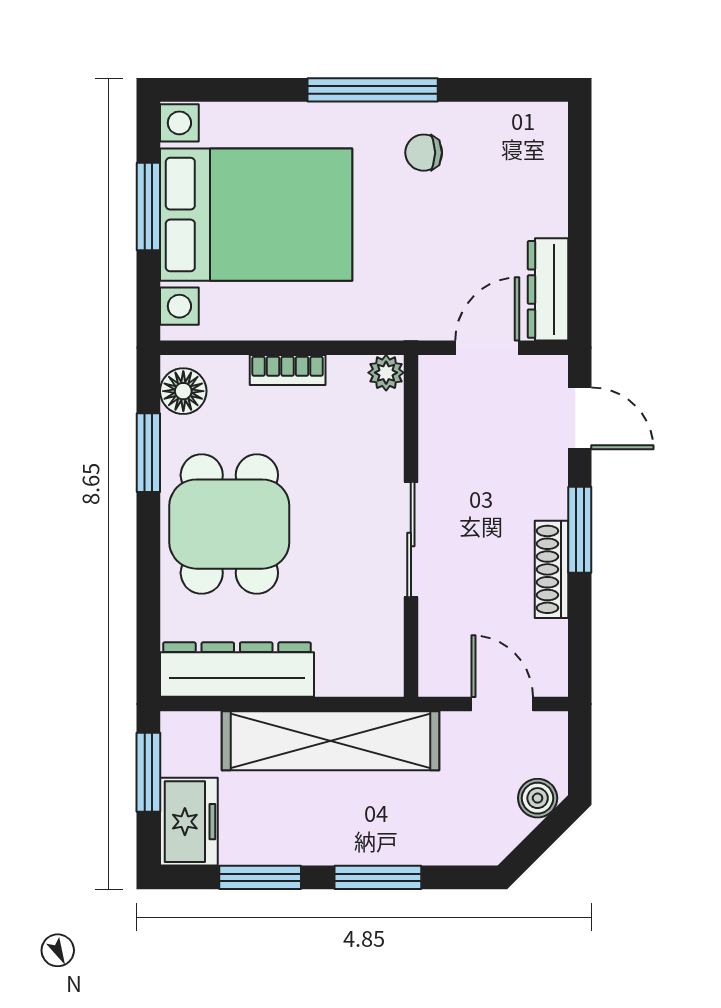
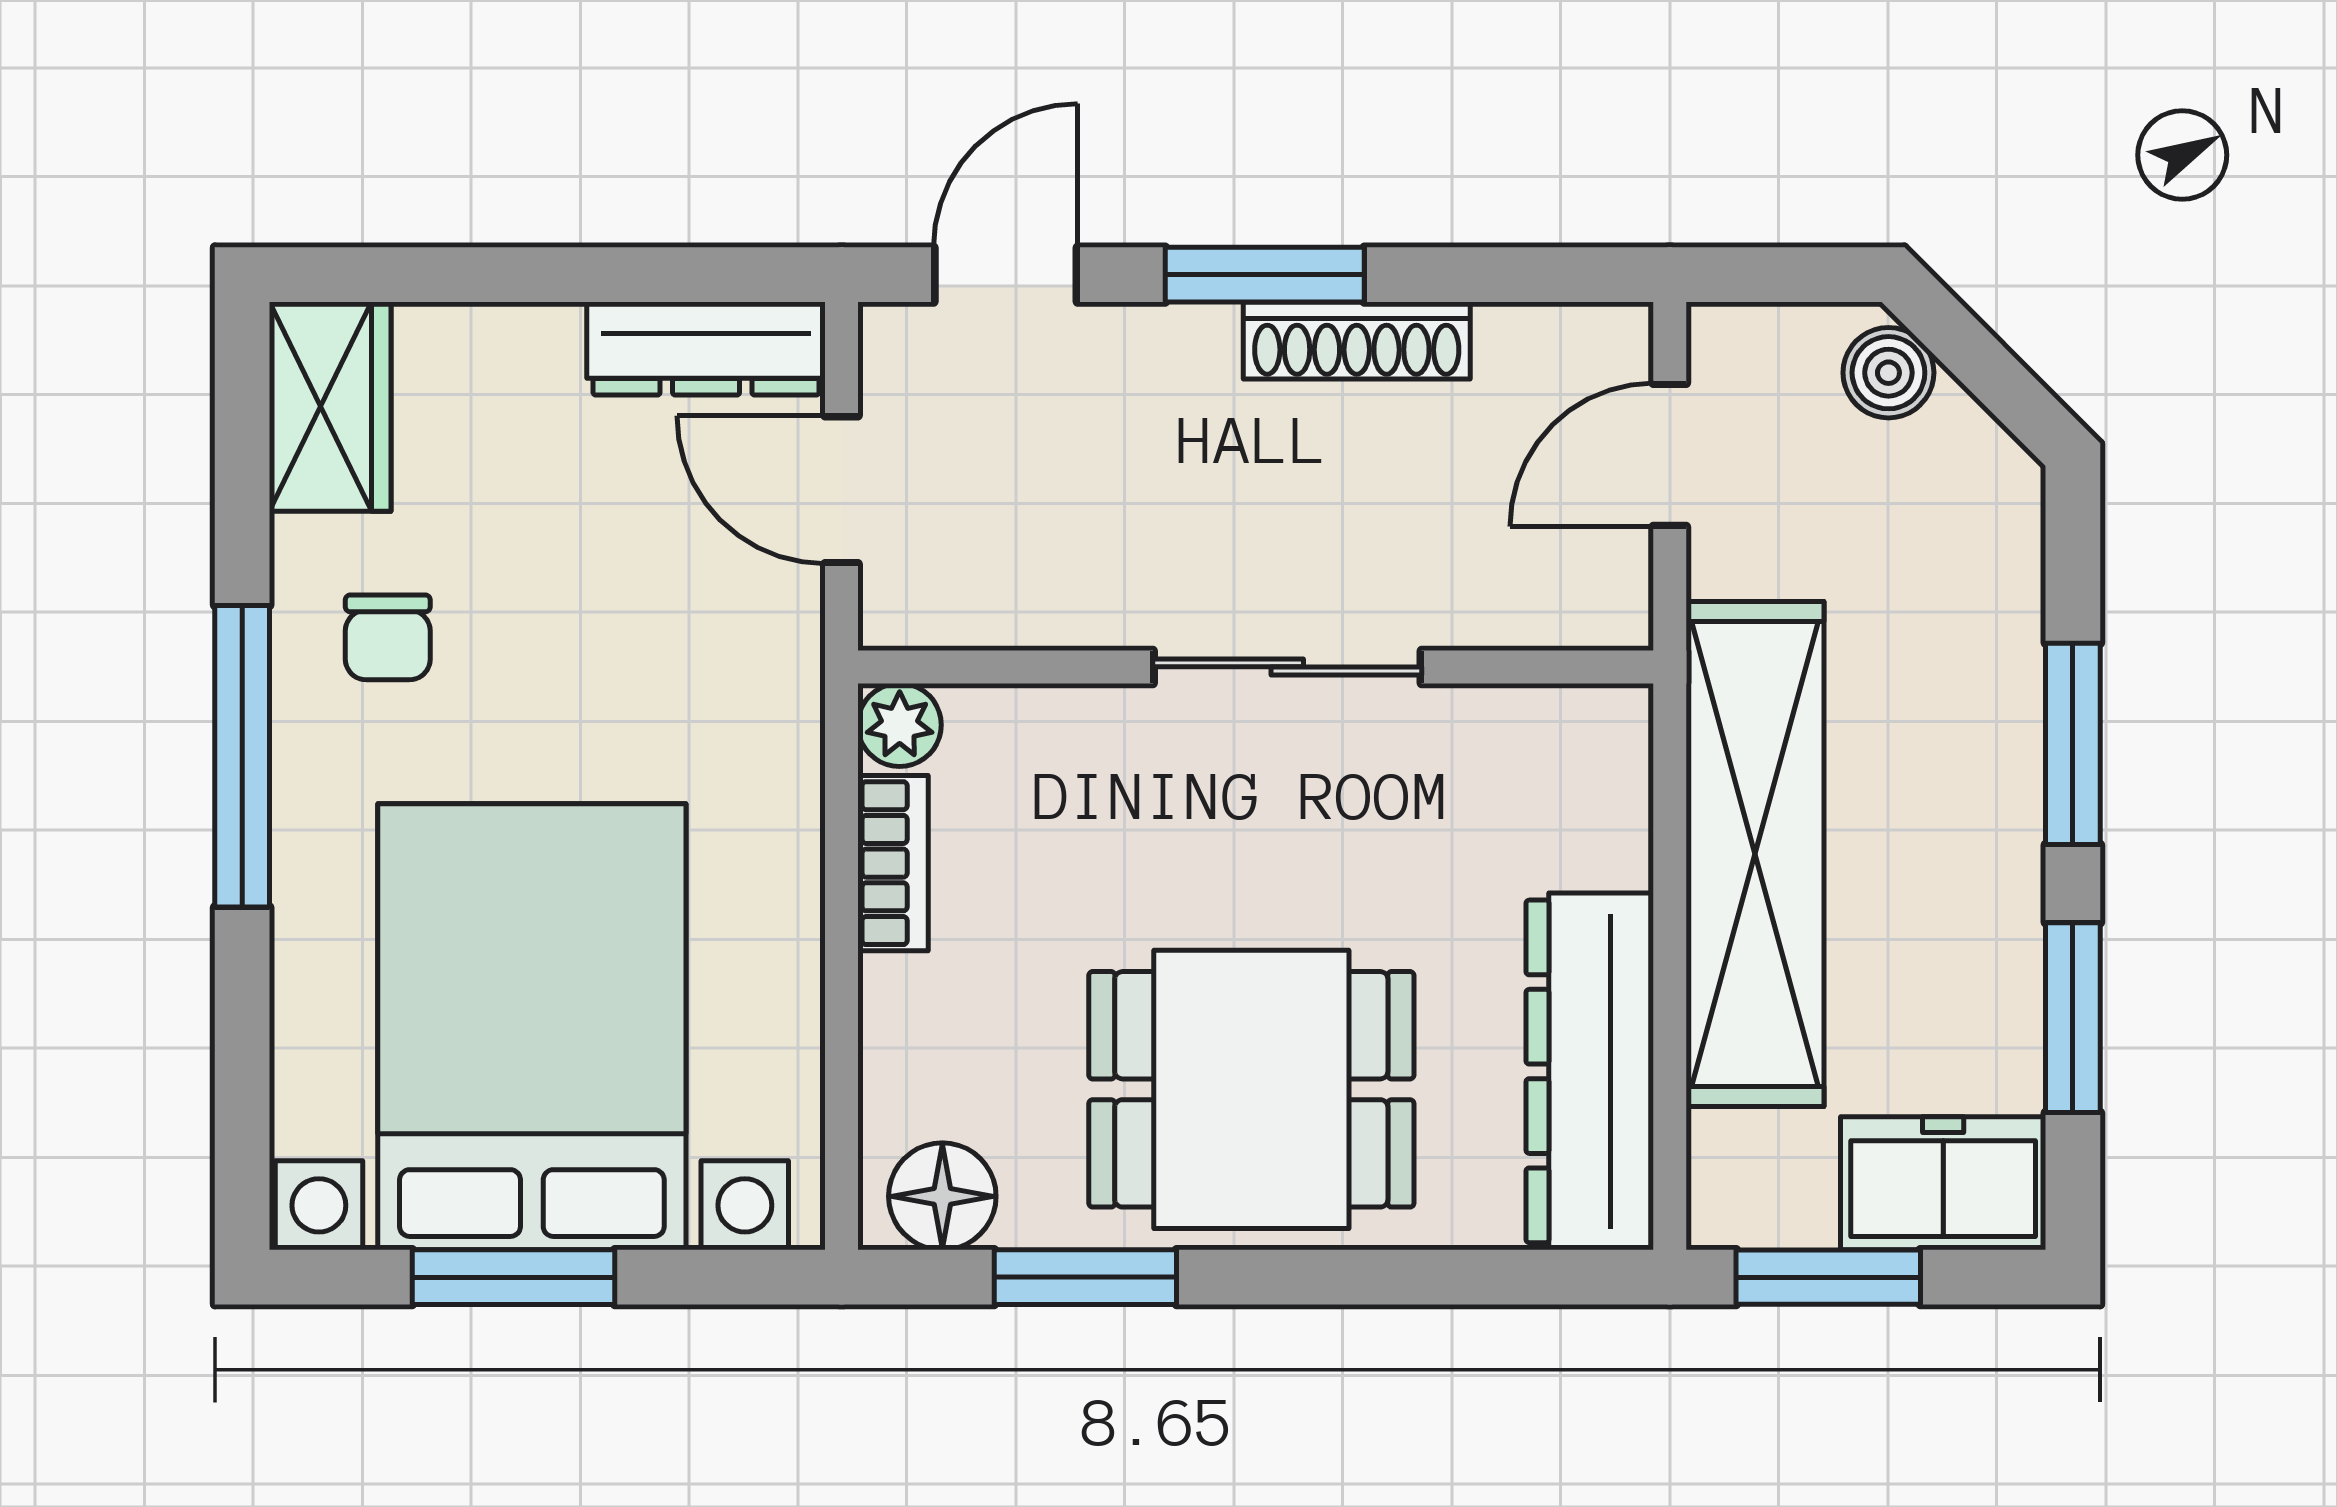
wardrobe: (523, 128) -> (330, 407), added
bookcase: (288, 370) -> (893, 863), moved

